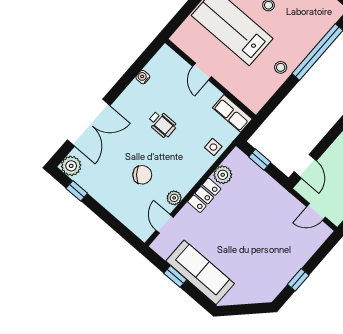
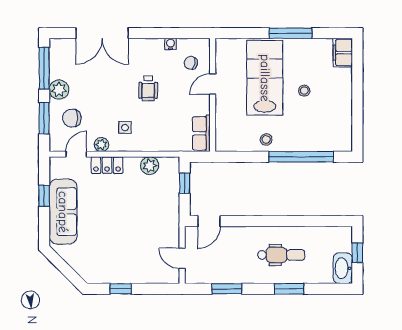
chair: (171, 74) -> (191, 63), added
side table: (213, 147) -> (125, 128), moved
plant: (71, 166) -> (59, 90), moved
chair: (142, 175) -> (72, 118), moved, turned 130
window: (77, 191) -> (44, 68), width x2.17
locker: (204, 195) -> (107, 165), moved
window: (115, 224) -> (44, 118), added

